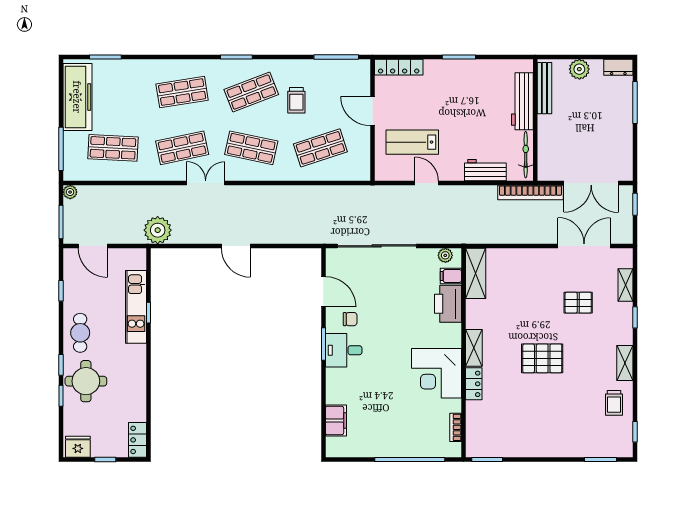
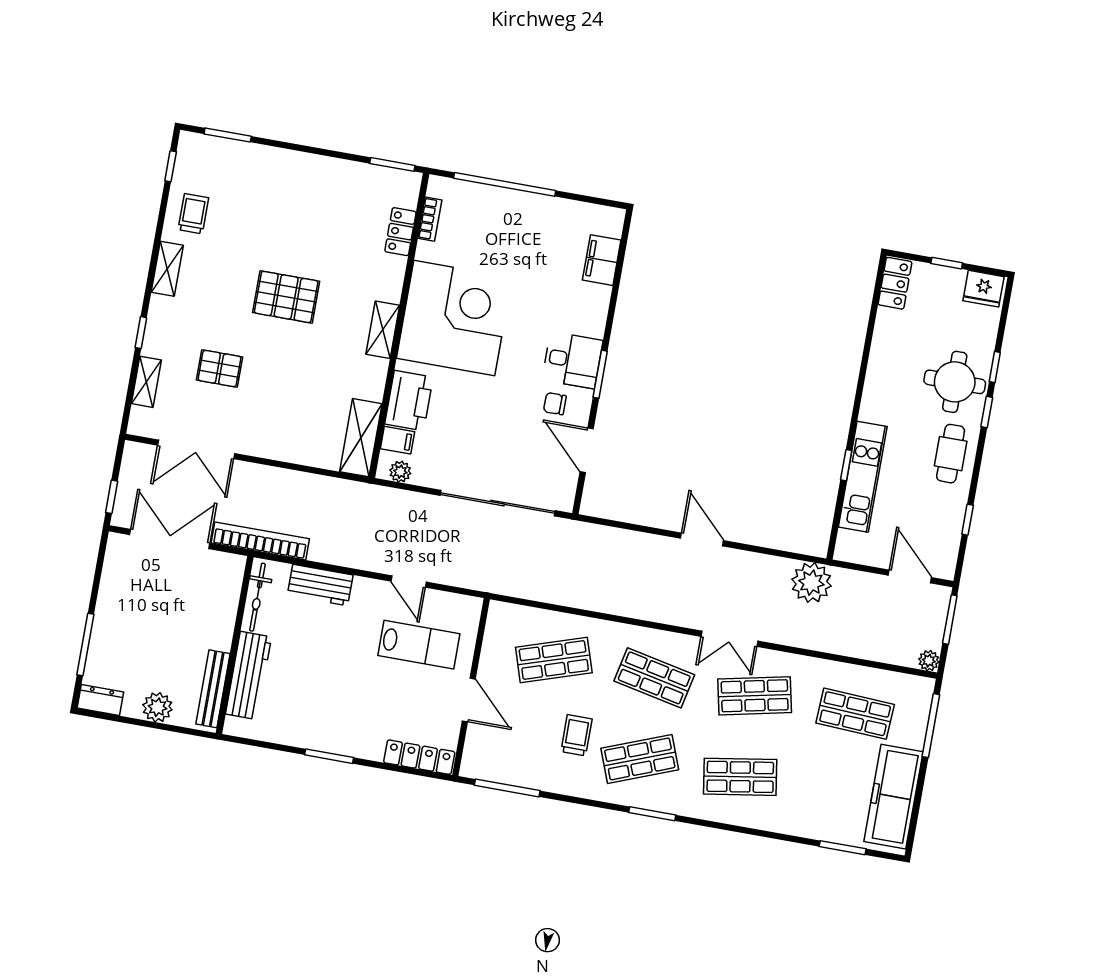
corner desk: (436, 373) -> (454, 318), width x1.36, depth x1.36
locker: (474, 384) -> (400, 232), moved

